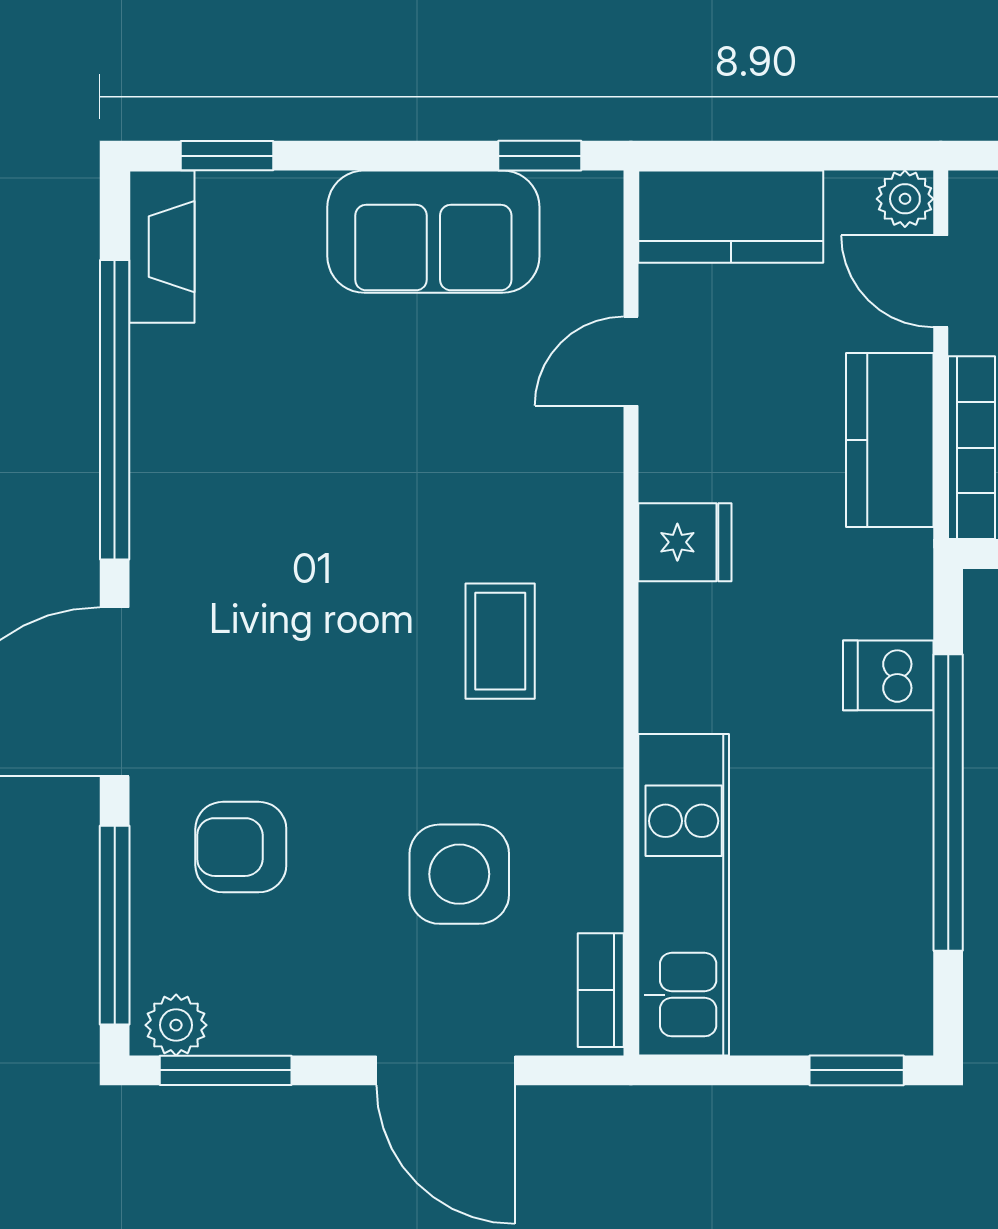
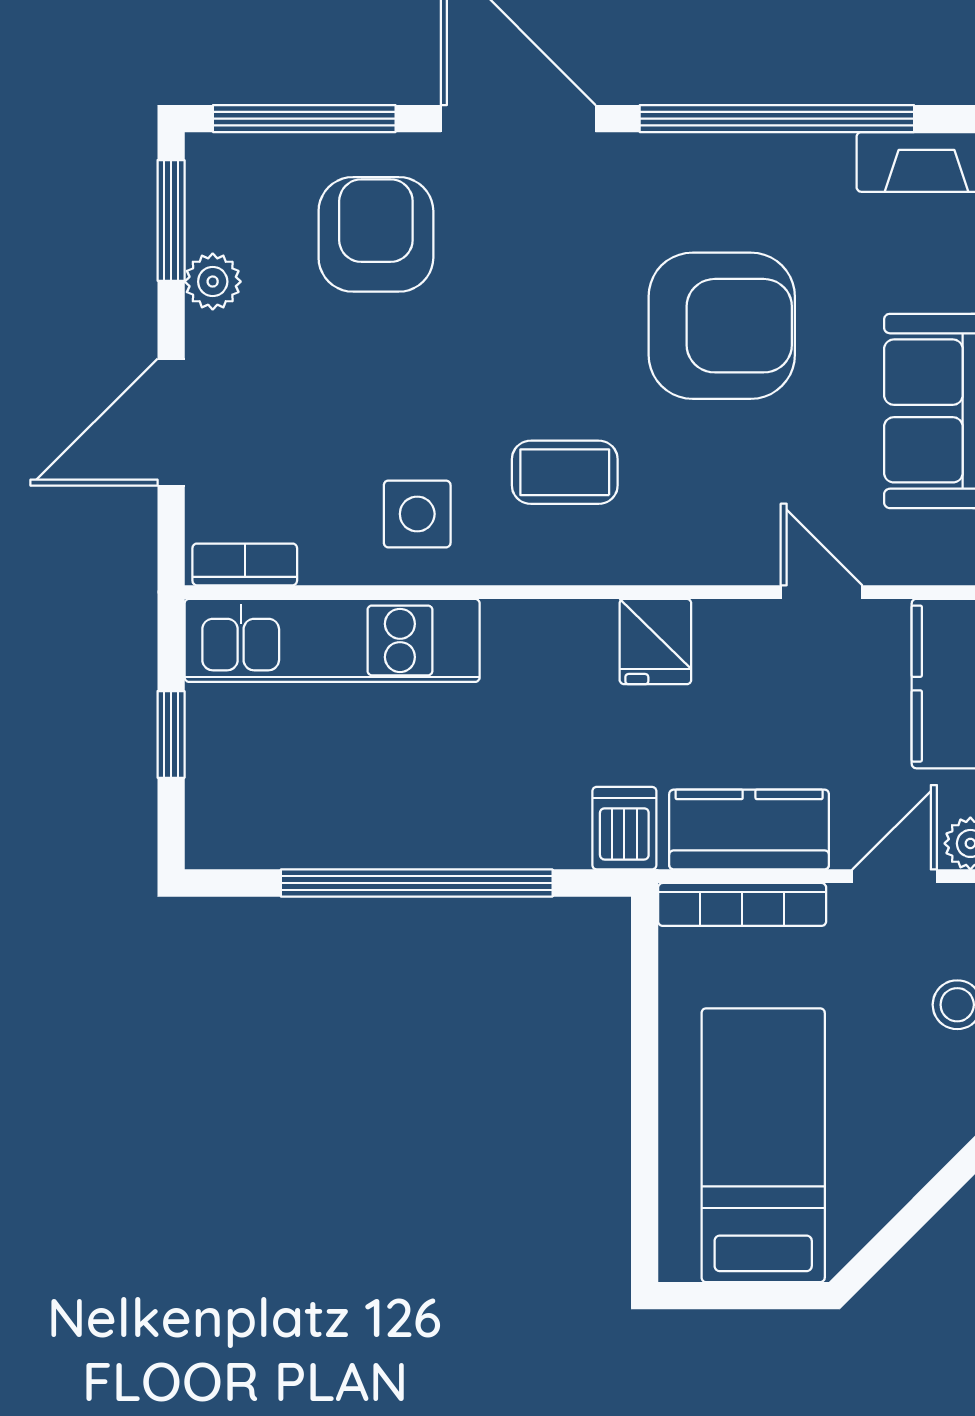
armchair: (340, 470) -> (722, 326), added
dishwasher: (888, 675) -> (624, 828), moved
armchair: (241, 847) -> (376, 234), width x1.38, depth x1.38
side table: (459, 874) -> (417, 514), moved, width x0.73, depth x0.73
plant: (176, 1025) -> (213, 282), moved
window: (857, 1070) -> (171, 734), moved

